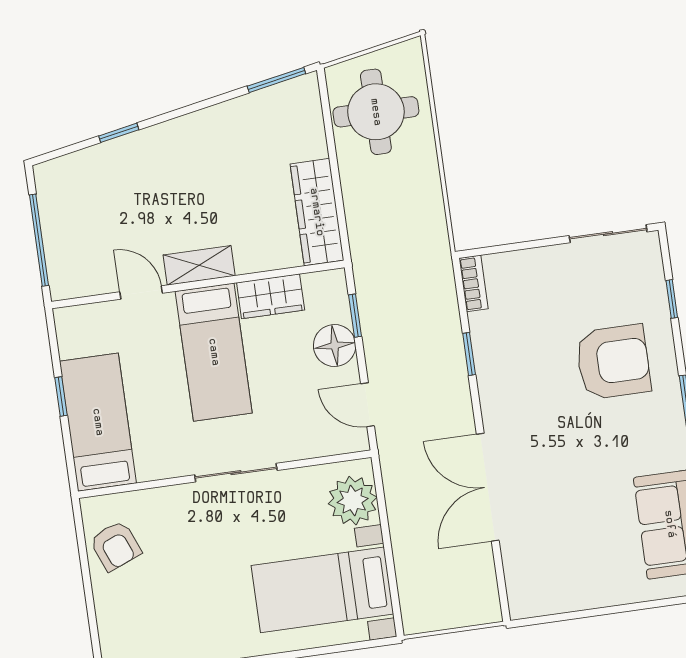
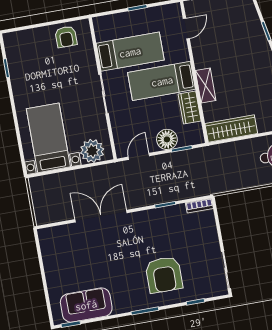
shelving: (199, 265) -> (206, 85), moved
door: (141, 292) -> (186, 29), moved
bed: (98, 422) -> (130, 52), moved
armchair: (115, 546) -> (66, 37), turned -68

